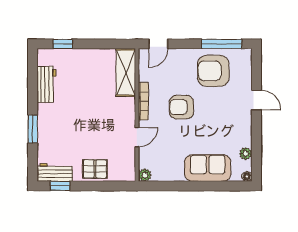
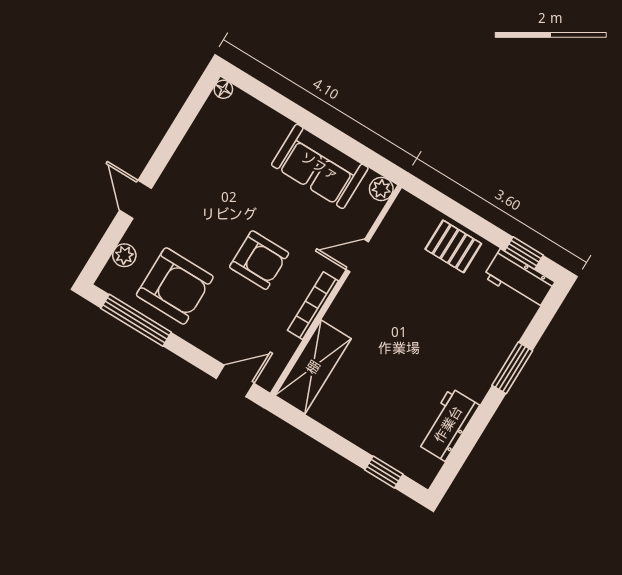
plant: (246, 154) -> (124, 255), moved
sofa: (208, 168) -> (320, 166), moved

